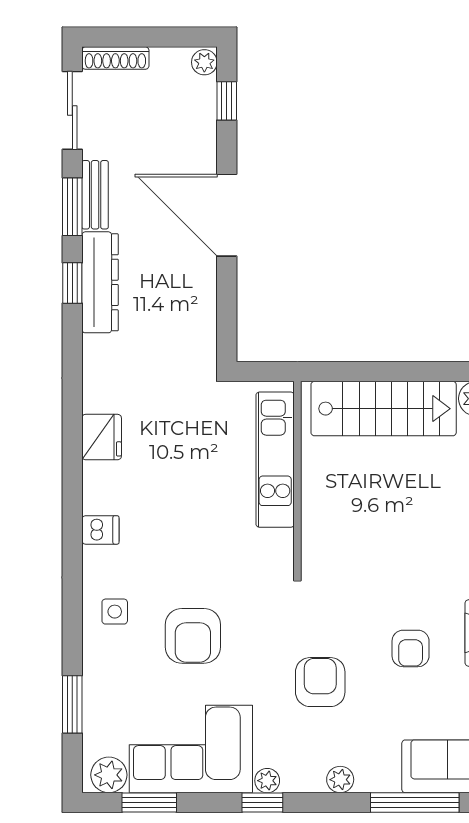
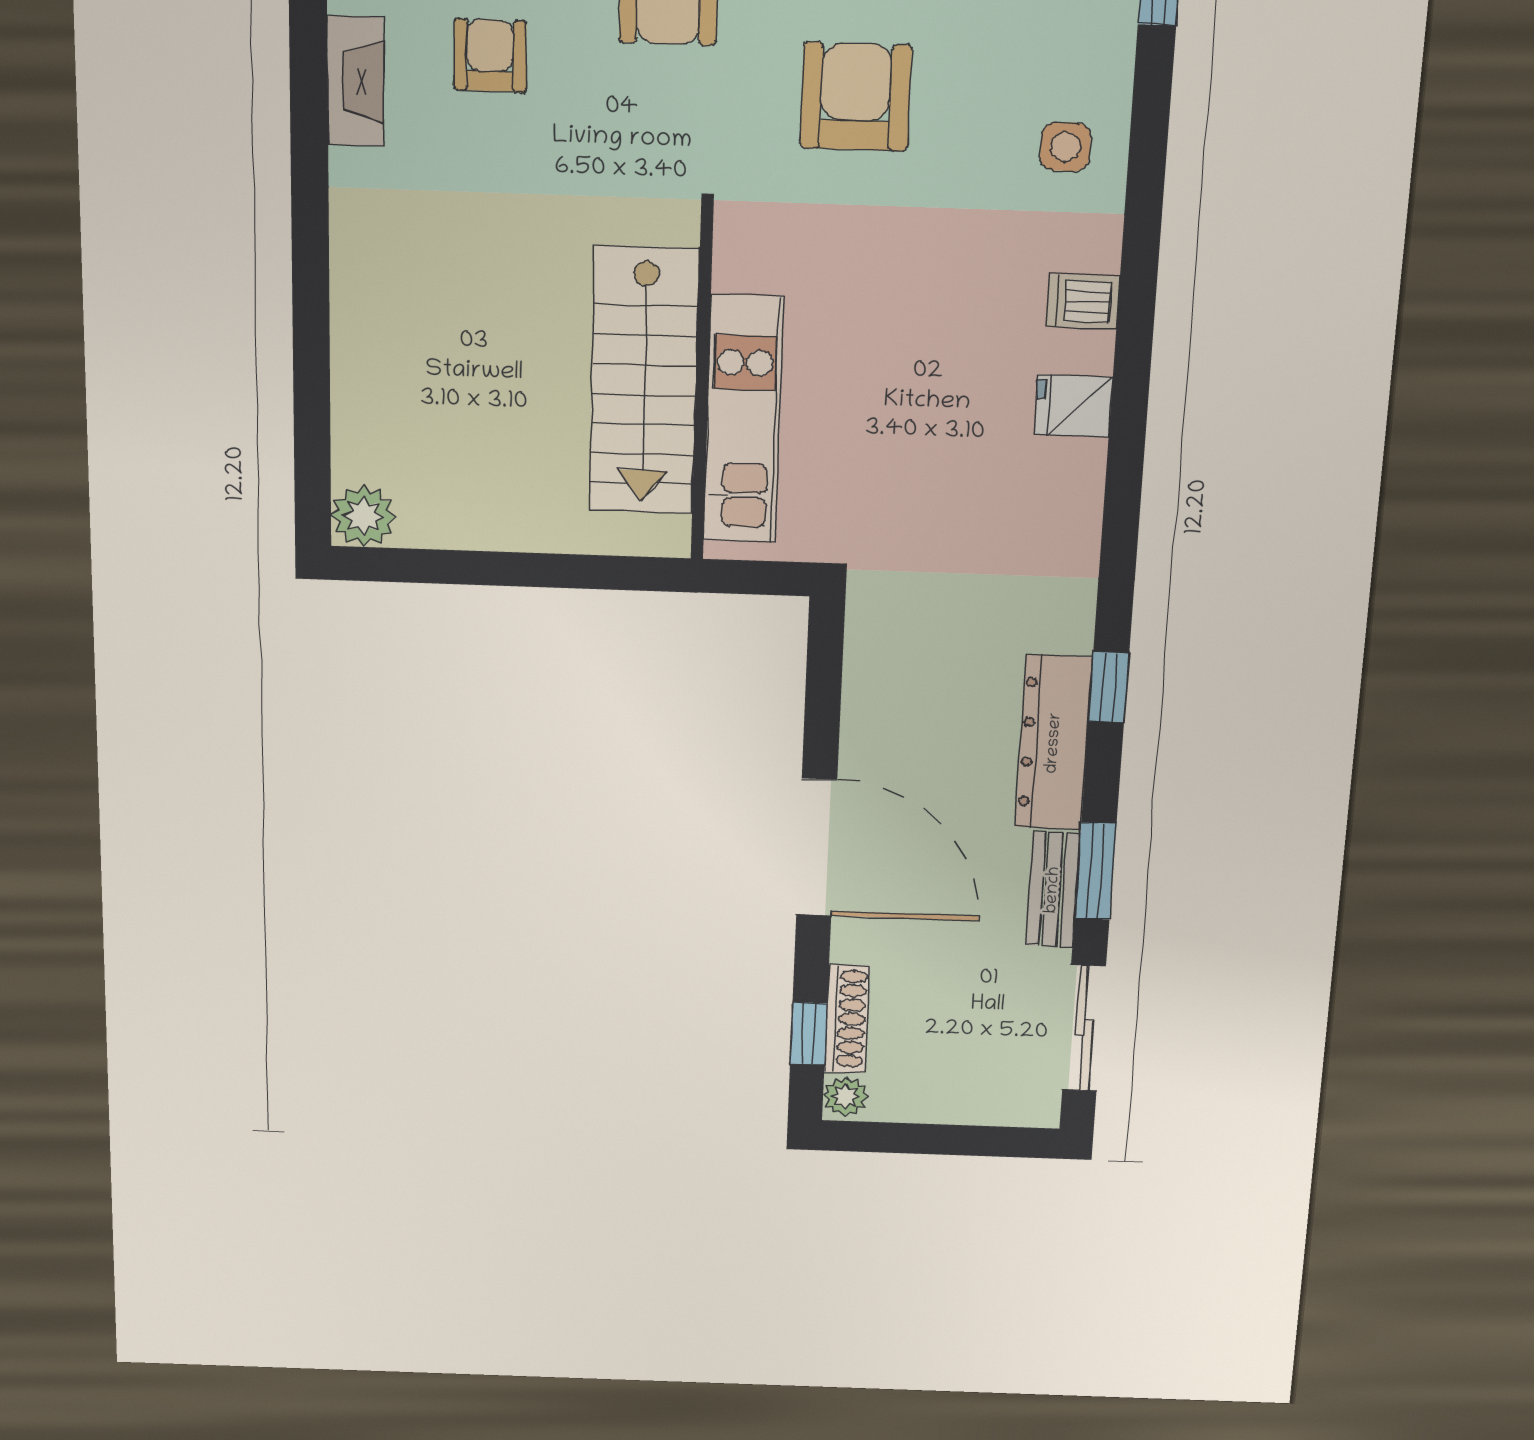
shoe rack: (115, 58) -> (847, 1019), moved, turned 90
window: (72, 283) -> (1109, 687), moved
stairs: (384, 409) -> (644, 381), moved, turned -90
fridge: (102, 437) -> (1073, 406), moved, width x0.72
armchair: (193, 636) -> (856, 97), moved

